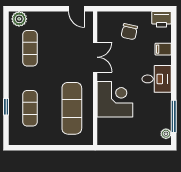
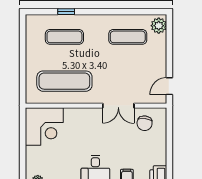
chair: (129, 32) -> (145, 123), moved, turned -95
corner desk: (115, 99) -> (44, 126), moved

